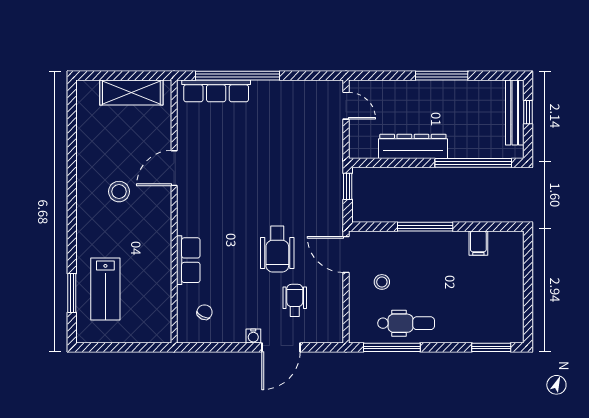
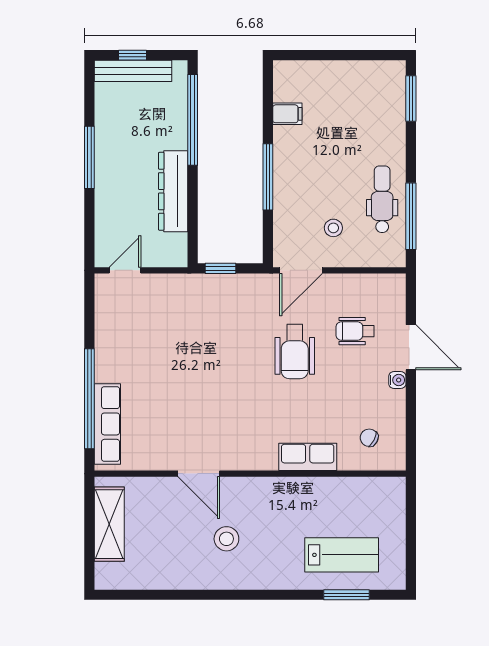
wheelchair: (277, 249) -> (295, 352), turned 90

